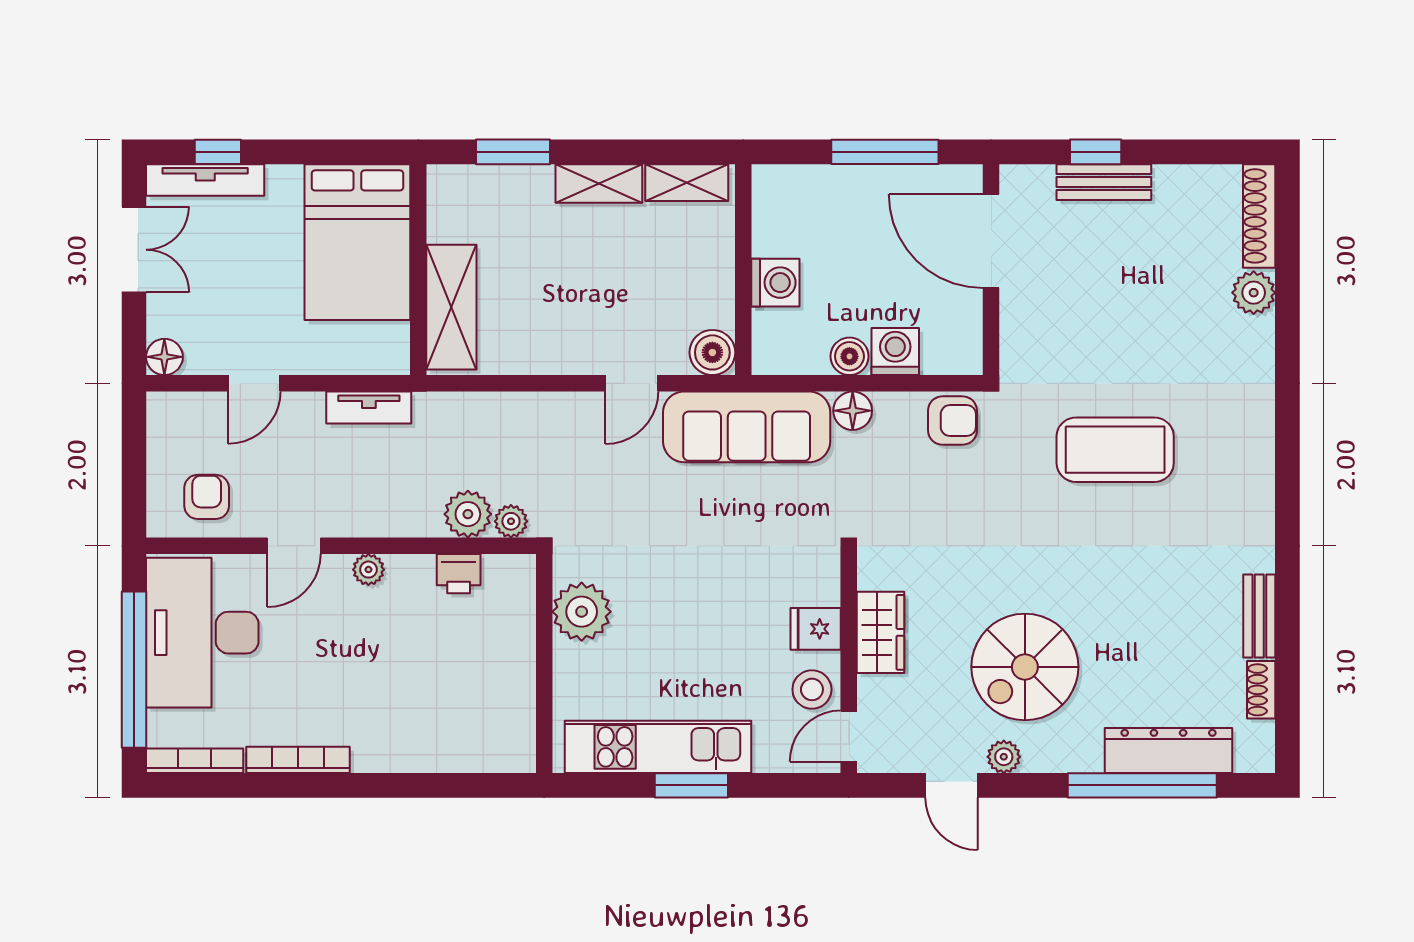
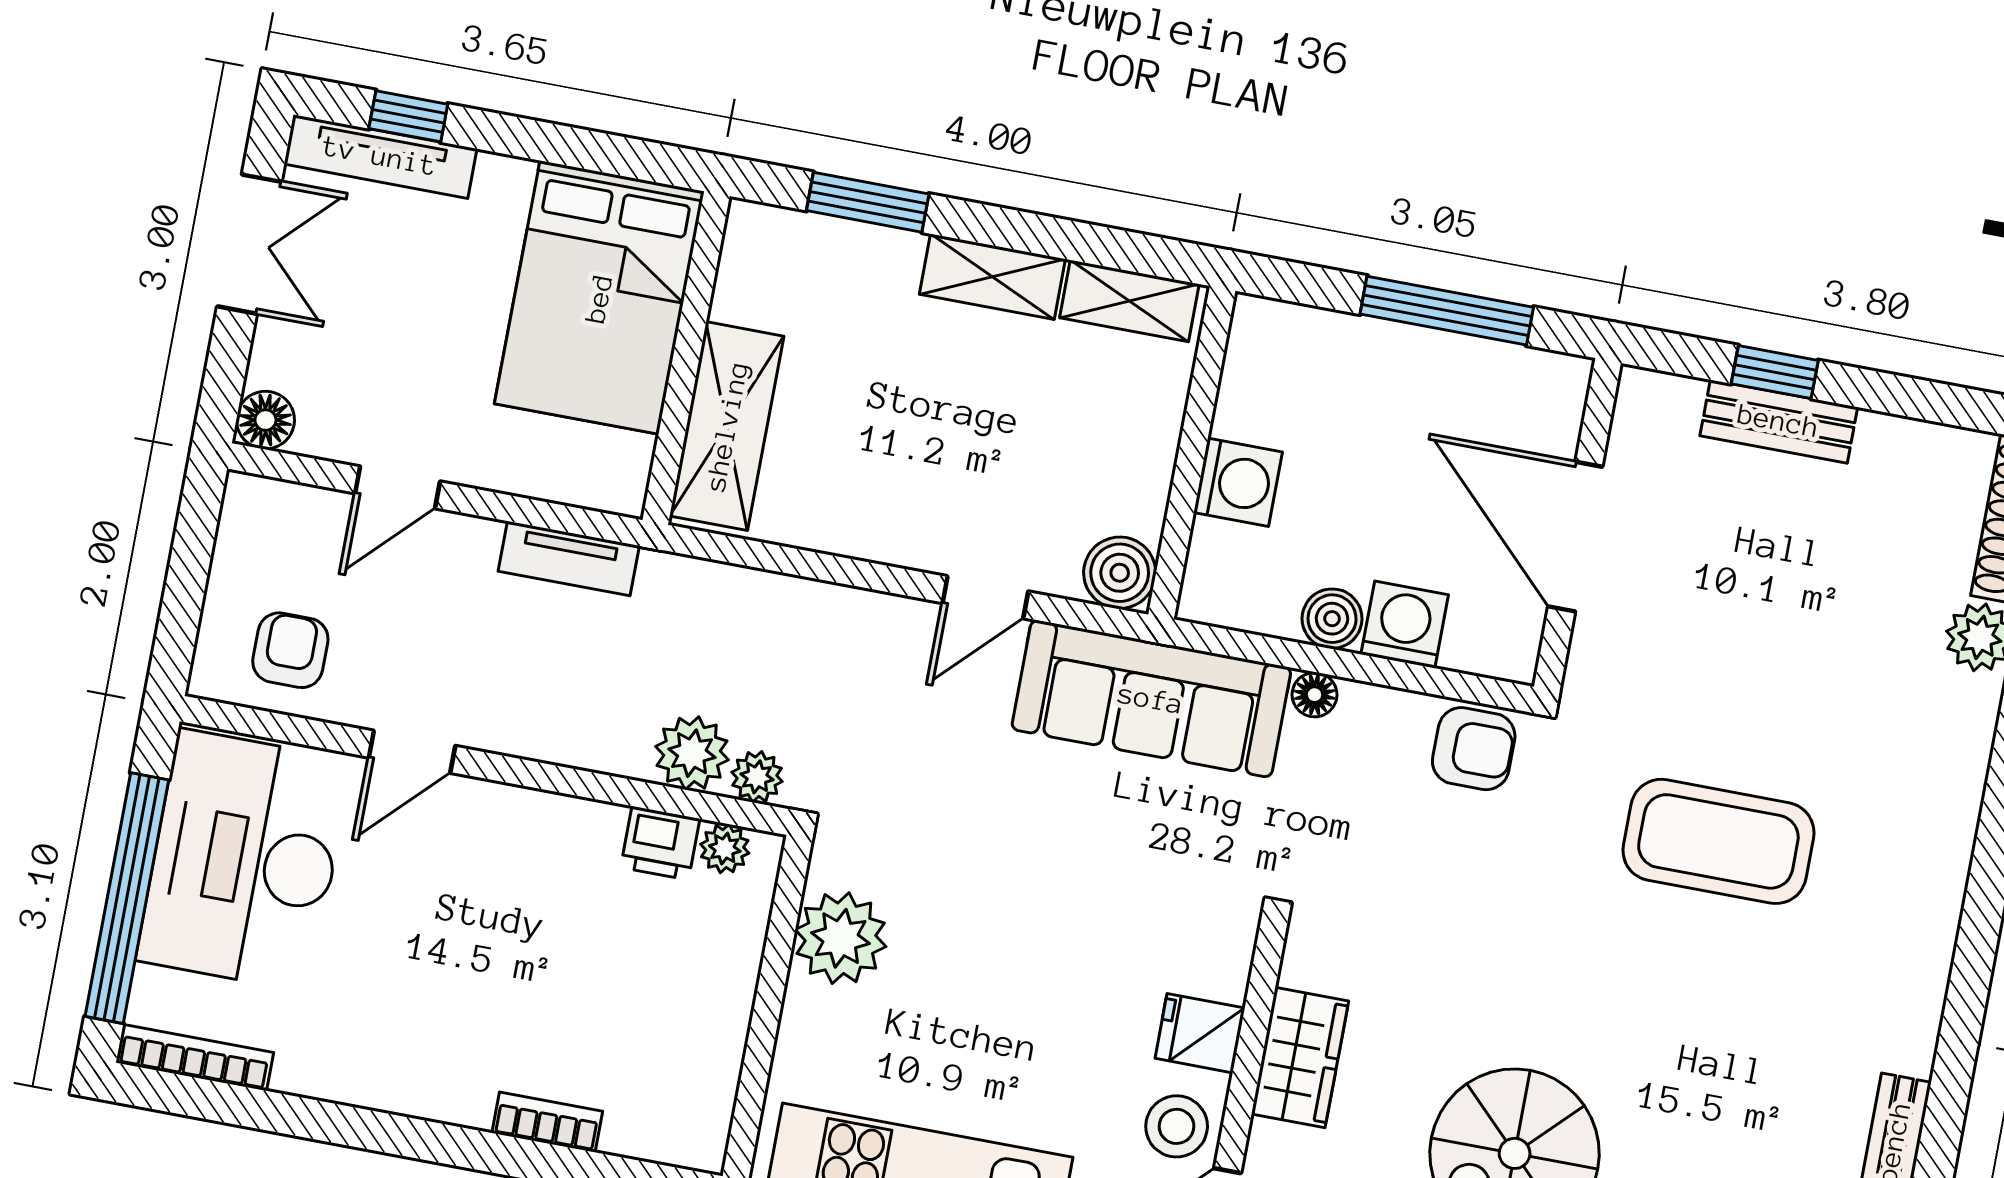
door: (991, 241) -> (1575, 537), moved
floor lamp: (853, 411) -> (1315, 695), width x0.73, depth x0.73
plant: (368, 570) -> (725, 849), moved
bookcase: (298, 760) -> (547, 1122), moved, width x0.64

